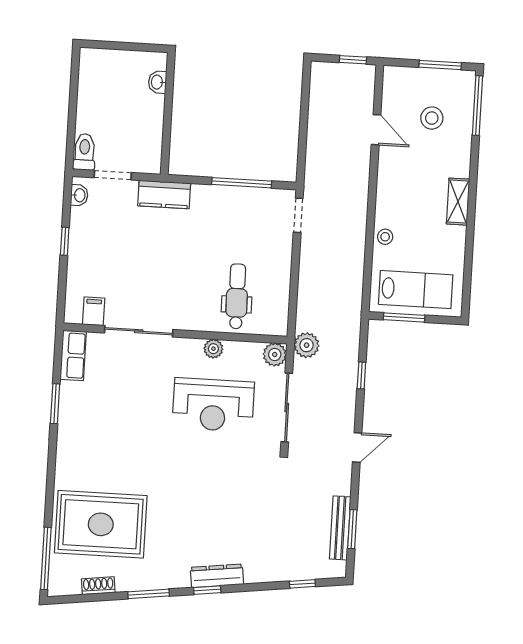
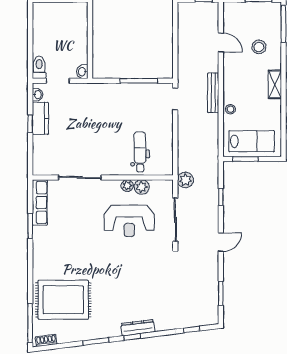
washbasin: (157, 82) -> (82, 72), moved
stool: (432, 118) -> (259, 47), moved
kitchen counter: (164, 194) -> (40, 118), moved, turned -90
filing cabinet: (94, 311) -> (51, 167), removed
plant: (275, 354) -> (142, 187), moved
row of seats: (73, 355) -> (40, 202), width x1.48
bench: (340, 528) -> (213, 93), moved
shoe rack: (98, 586) -> (46, 341), moved

